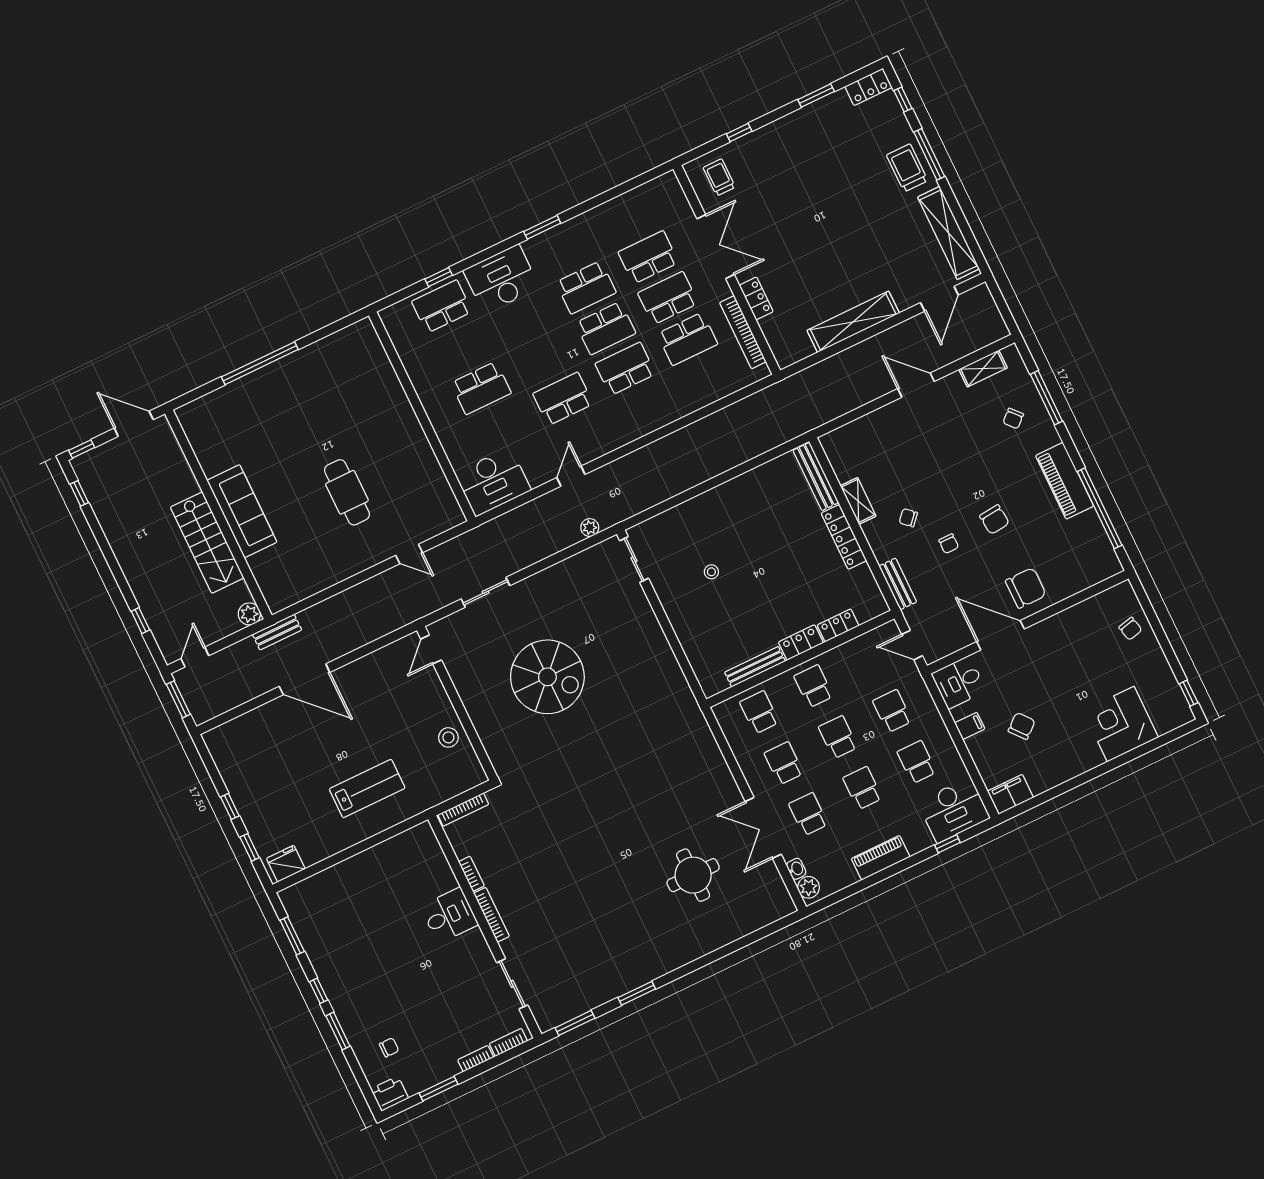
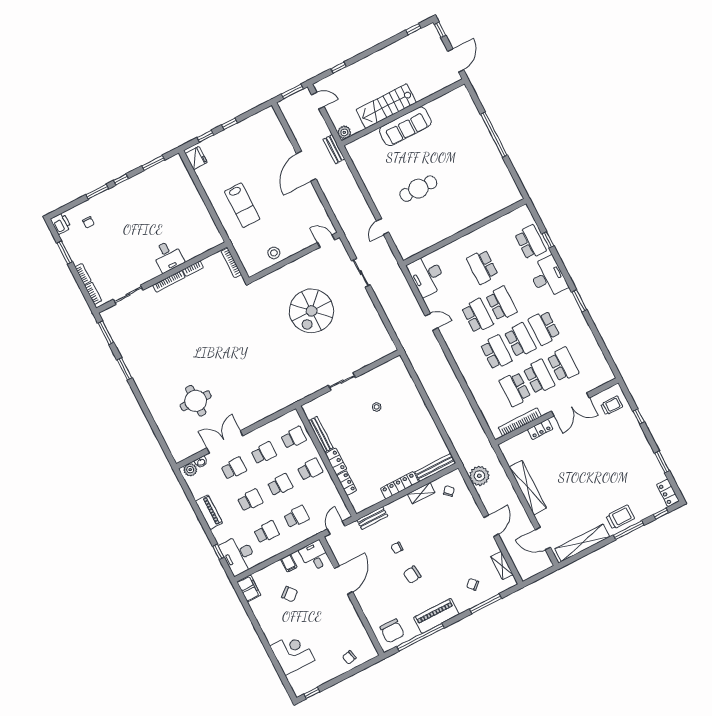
school desk: (606, 328) -> (520, 340), turned 180
school desk: (543, 358) -> (501, 303), added
chair: (908, 518) -> (449, 491), moved
plant: (590, 528) -> (479, 476), moved, width x1.87, depth x1.87
sliding door: (634, 560) -> (342, 382), moved
chair: (1026, 588) -> (392, 631), moved

